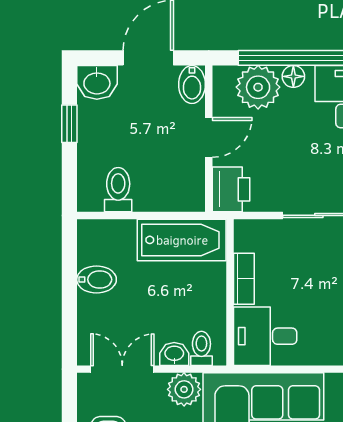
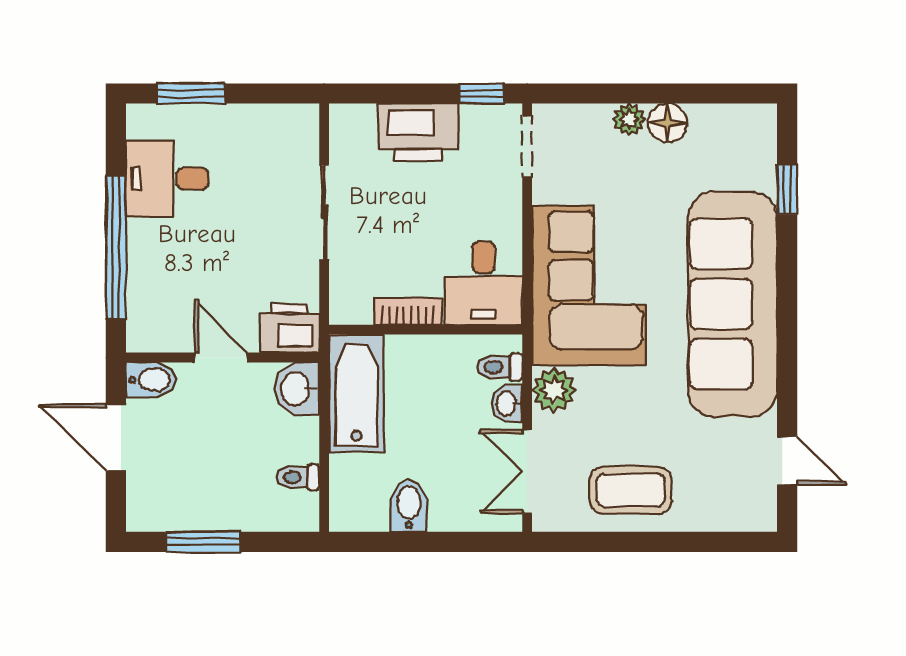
floor lamp: (293, 76) -> (140, 246), removed
washbasin: (97, 82) -> (297, 389), moved, turned 180
plant: (258, 87) -> (155, 292), removed
window: (69, 124) -> (203, 542), width x1.50
toilet: (118, 190) -> (298, 477), width x0.73, depth x0.72

